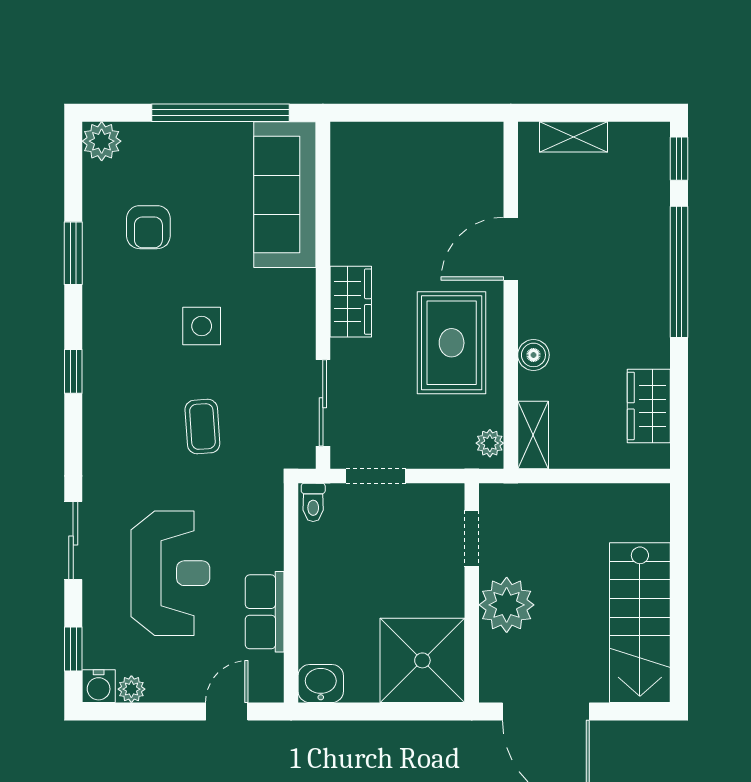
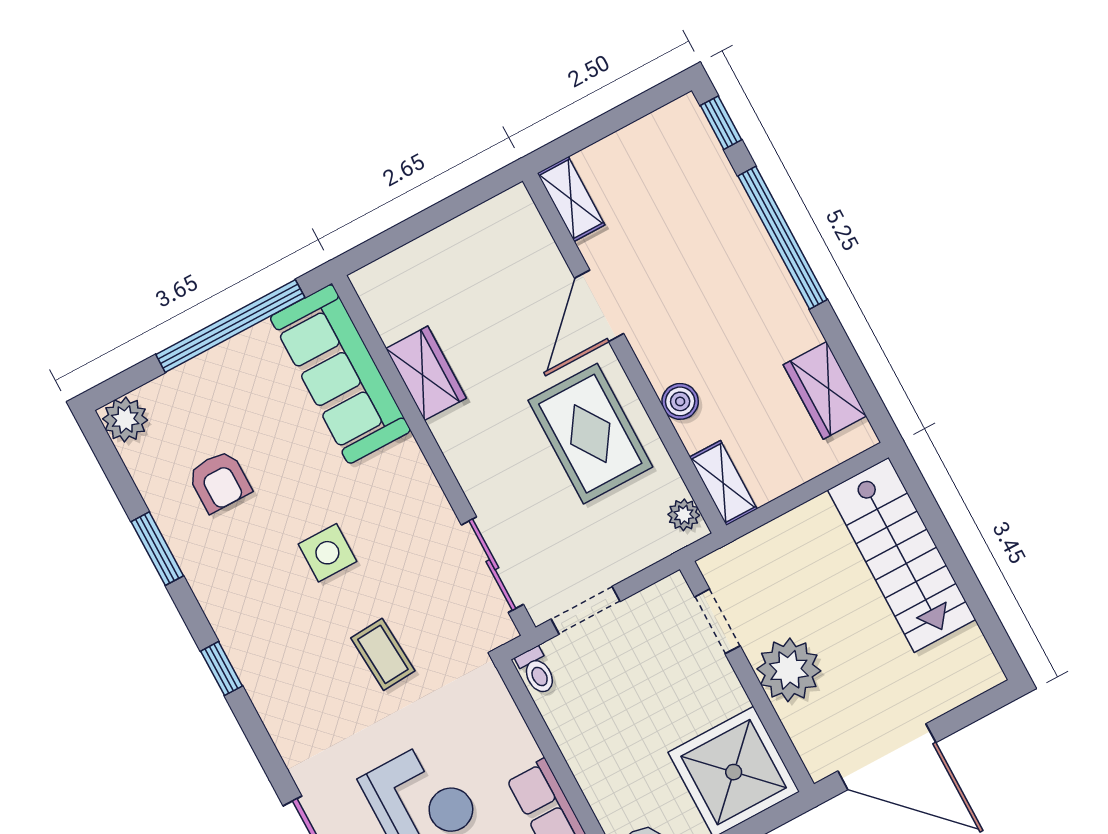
shelving: (574, 137) -> (571, 199), moved, turned 90
wardrobe: (351, 302) -> (426, 373), moved
stairs: (640, 623) -> (902, 555), moved

